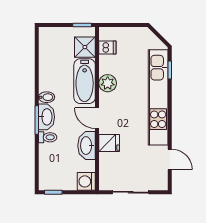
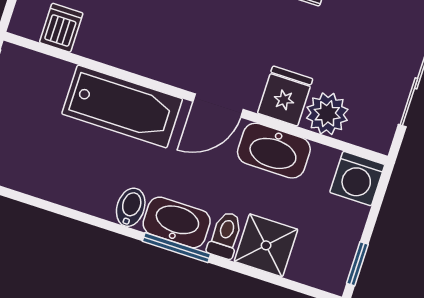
shower: (85, 47) -> (266, 245), moved
plant: (108, 83) -> (327, 114), moved

